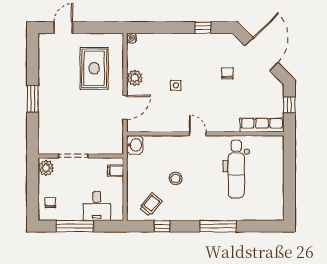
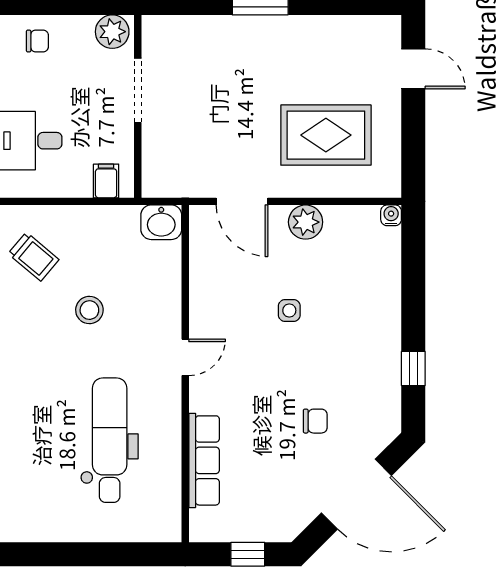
row of seats: (262, 125) -> (204, 460), moved
dental chair: (236, 169) -> (110, 440), turned 90

